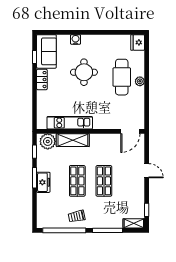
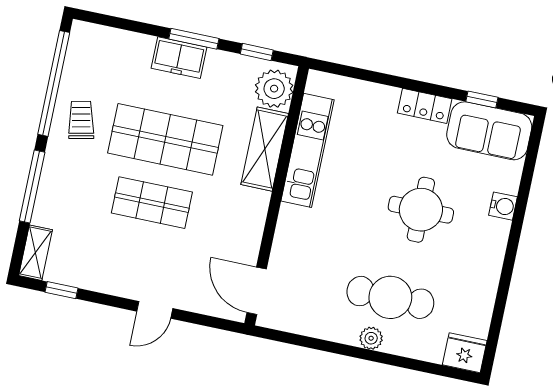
shop shelf: (77, 181) -> (165, 139), width x1.43, depth x1.36

